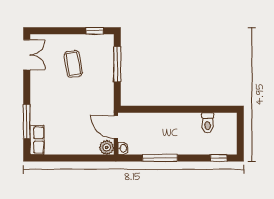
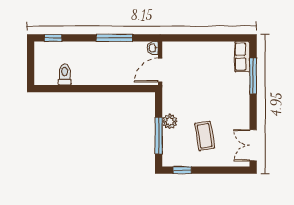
door: (116, 127) -> (160, 70), swing flipped
plant: (107, 147) -> (170, 121), moved

